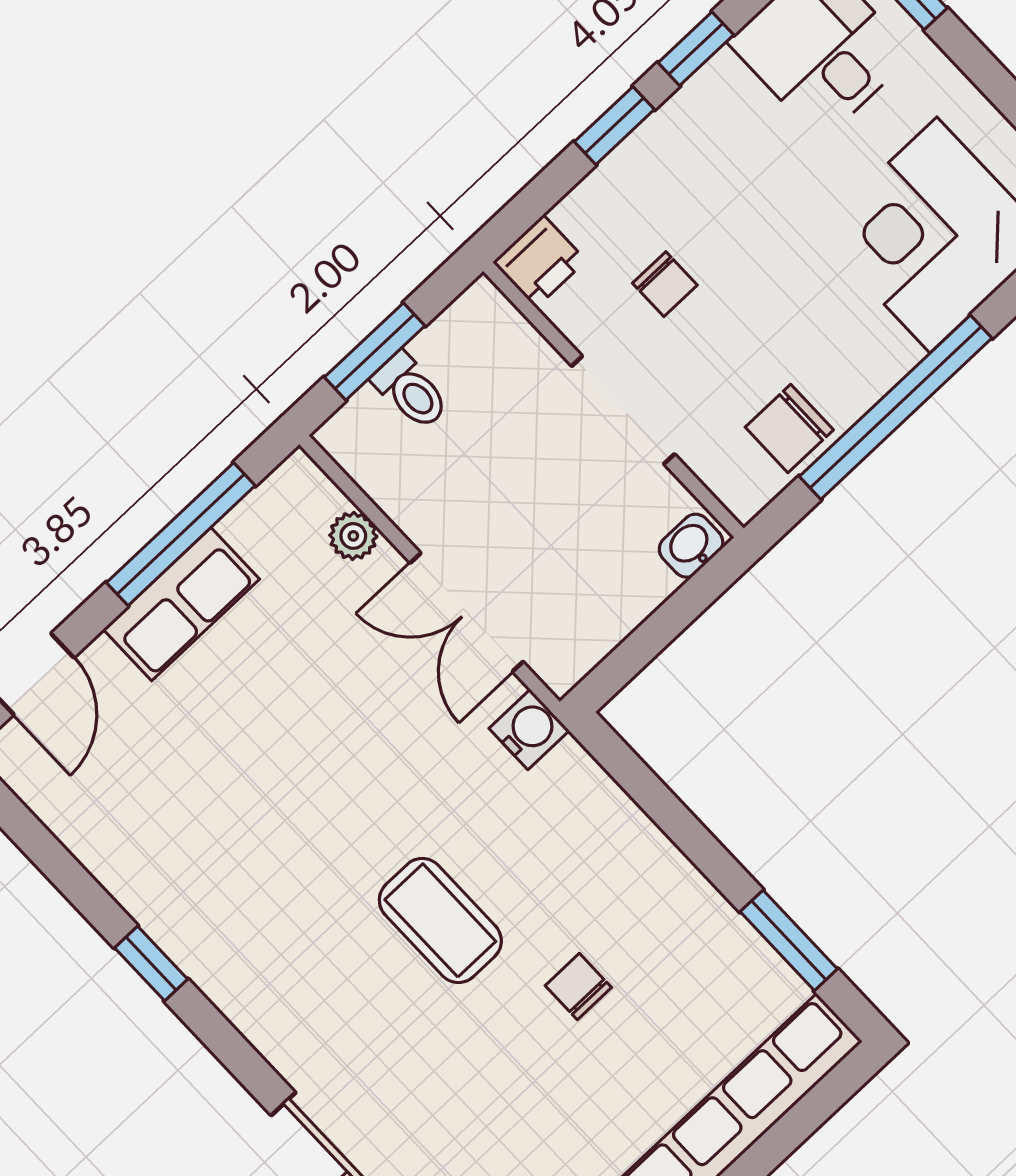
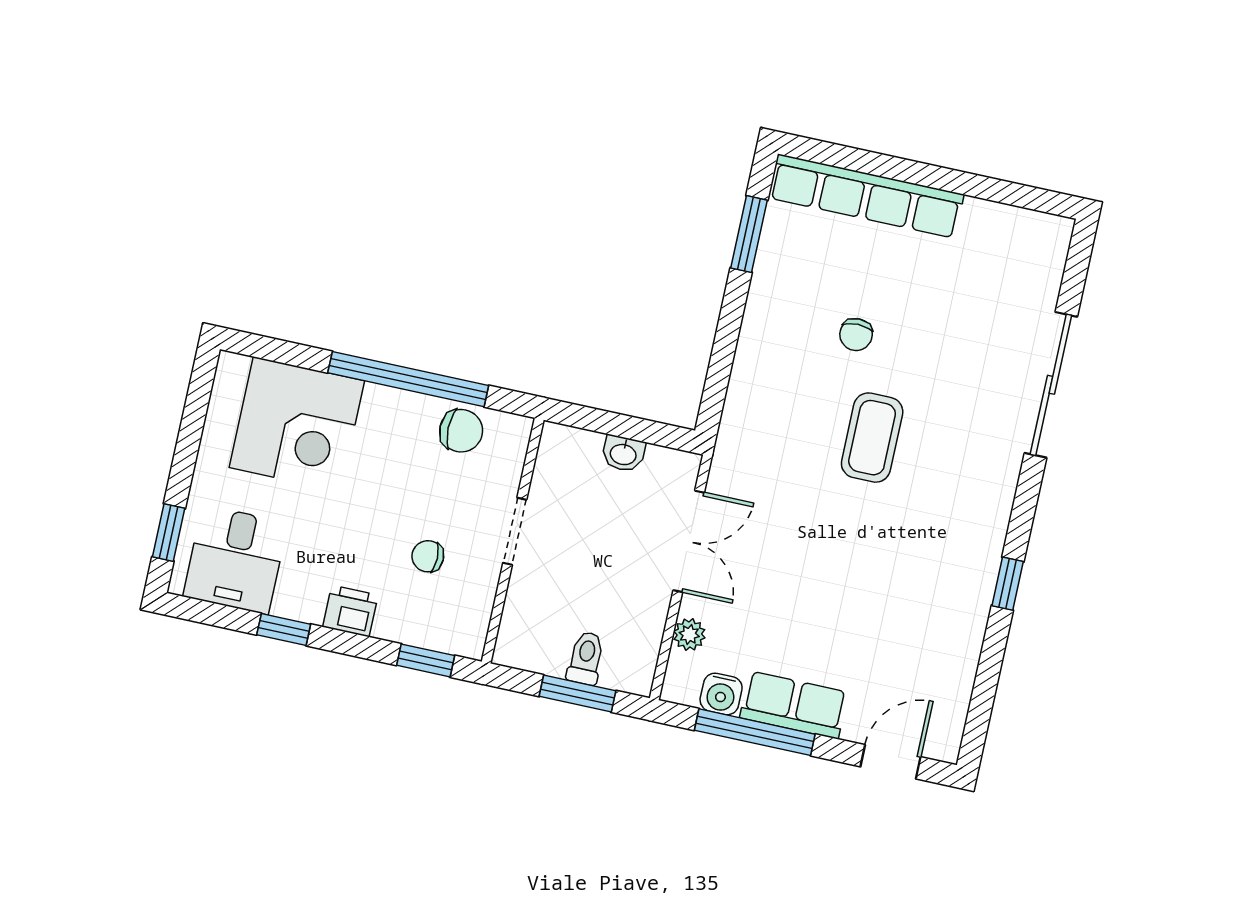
window: (614, 126) -> (426, 660), moved
printer: (539, 261) -> (350, 611), moved
chair: (665, 284) -> (428, 556), turned -90
doorway: (623, 410) -> (515, 531), width x0.73
washbasin: (691, 546) -> (623, 454), moved
water cooler: (529, 729) -> (721, 694), moved, turned -90

